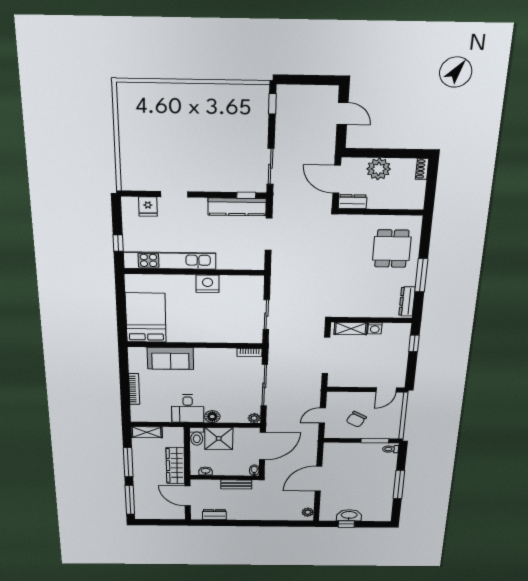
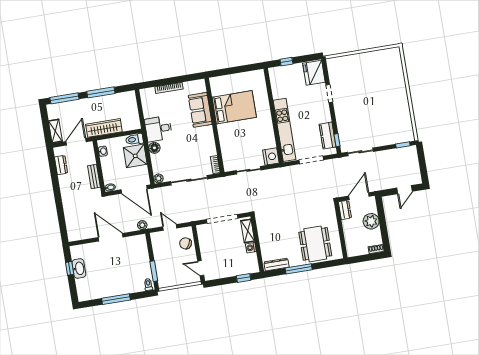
fridge: (148, 207) -> (314, 73), width x1.88, depth x1.34
kitchen counter: (237, 207) -> (328, 136), width x0.67
dining table: (392, 249) -> (315, 244), width x1.38
kitchen unit: (170, 261) -> (285, 130), moved
nightstand: (208, 284) -> (271, 156), moved
bed: (146, 318) -> (234, 107), moved
chair: (356, 419) -> (186, 243), moved
shelving: (147, 432) -> (55, 131), moved
plant: (308, 512) -> (142, 225), moved

